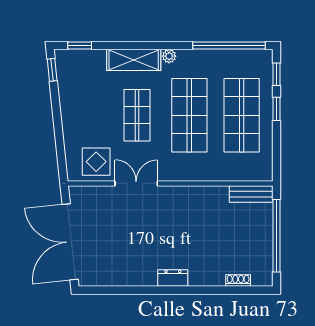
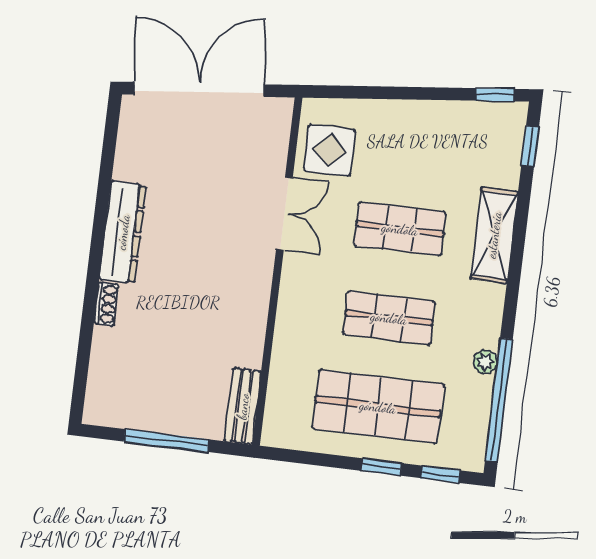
plant: (169, 56) -> (485, 362), moved
shop shelf: (189, 115) -> (389, 318), width x0.70, depth x0.74
window: (276, 236) -> (167, 441), width x0.68
dresser: (173, 278) -> (123, 232), width x1.96, depth x1.24
shoe rack: (238, 280) -> (106, 304), moved

